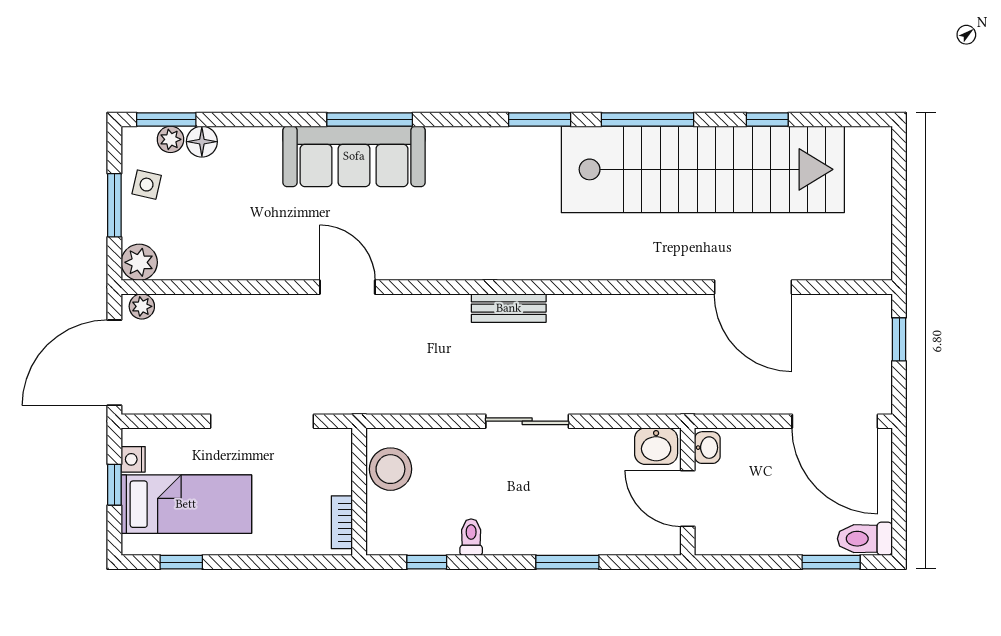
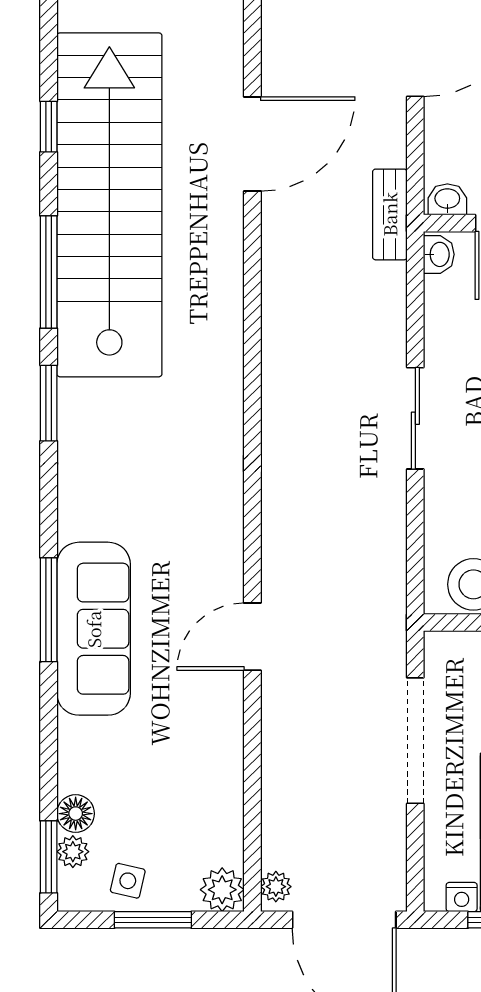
bench: (509, 308) -> (390, 214), moved
washbasin: (656, 446) -> (439, 254), width x0.72, depth x0.69

